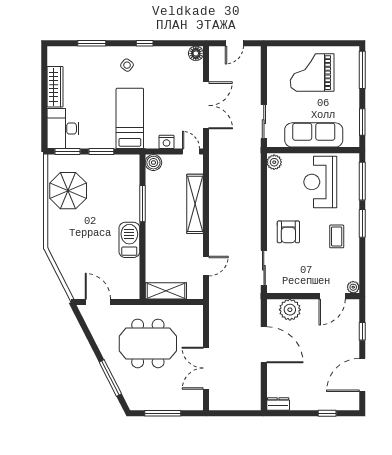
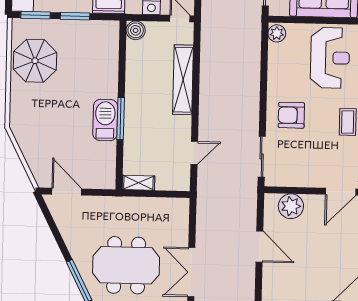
reception desk: (320, 182) -> (330, 58), turned 180
window: (142, 204) -> (121, 119), moved
armchair: (288, 232) -> (291, 115), turned 90
shelving: (166, 291) -> (138, 183), width x0.67, depth x0.75
meeting table: (148, 343) -> (126, 265), moved
door: (264, 345) -> (259, 246), width x0.73

